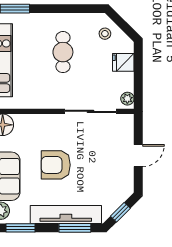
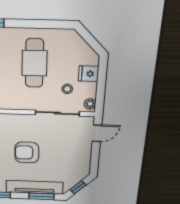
stool: (105, 34) -> (67, 89), moved
cafe table: (63, 52) -> (34, 63), width x1.37, depth x1.35
door: (138, 156) -> (97, 133), moved

